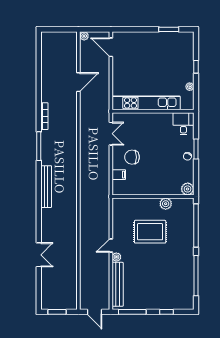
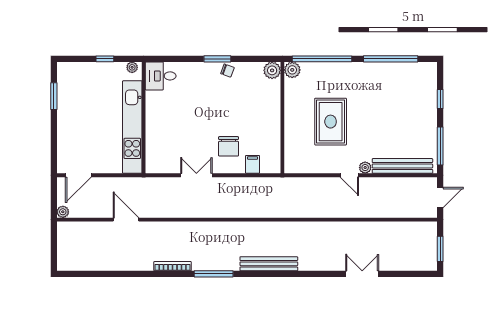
kitchen unit: (146, 103) -> (132, 127), moved
wall: (153, 111) -> (144, 118), moved
desk: (183, 124) -> (161, 76), moved
plant: (166, 204) -> (292, 70), moved

